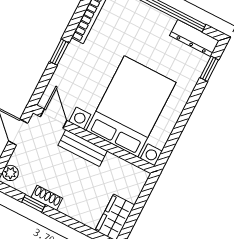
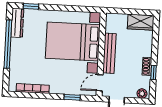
window: (59, 52) -> (72, 97), moved
bench: (83, 148) -> (109, 53), width x1.36

